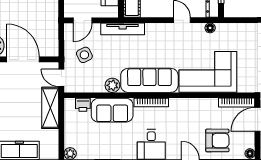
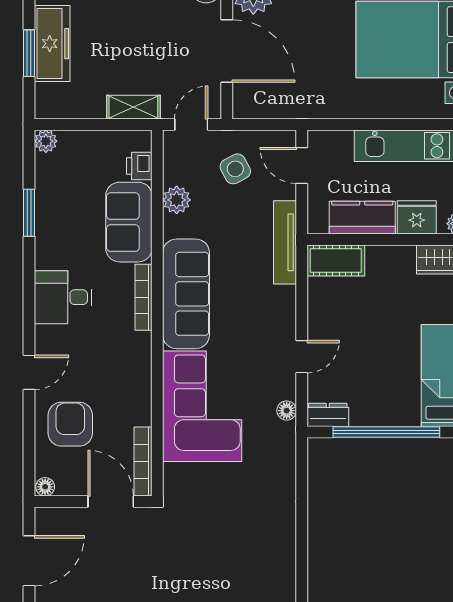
door: (23, 59) -> (227, 51), hinge flipped
plant: (112, 85) -> (177, 200), moved
shelving: (50, 108) -> (133, 107), width x0.67, depth x0.75
armchair: (217, 140) -> (70, 424), turned 180

